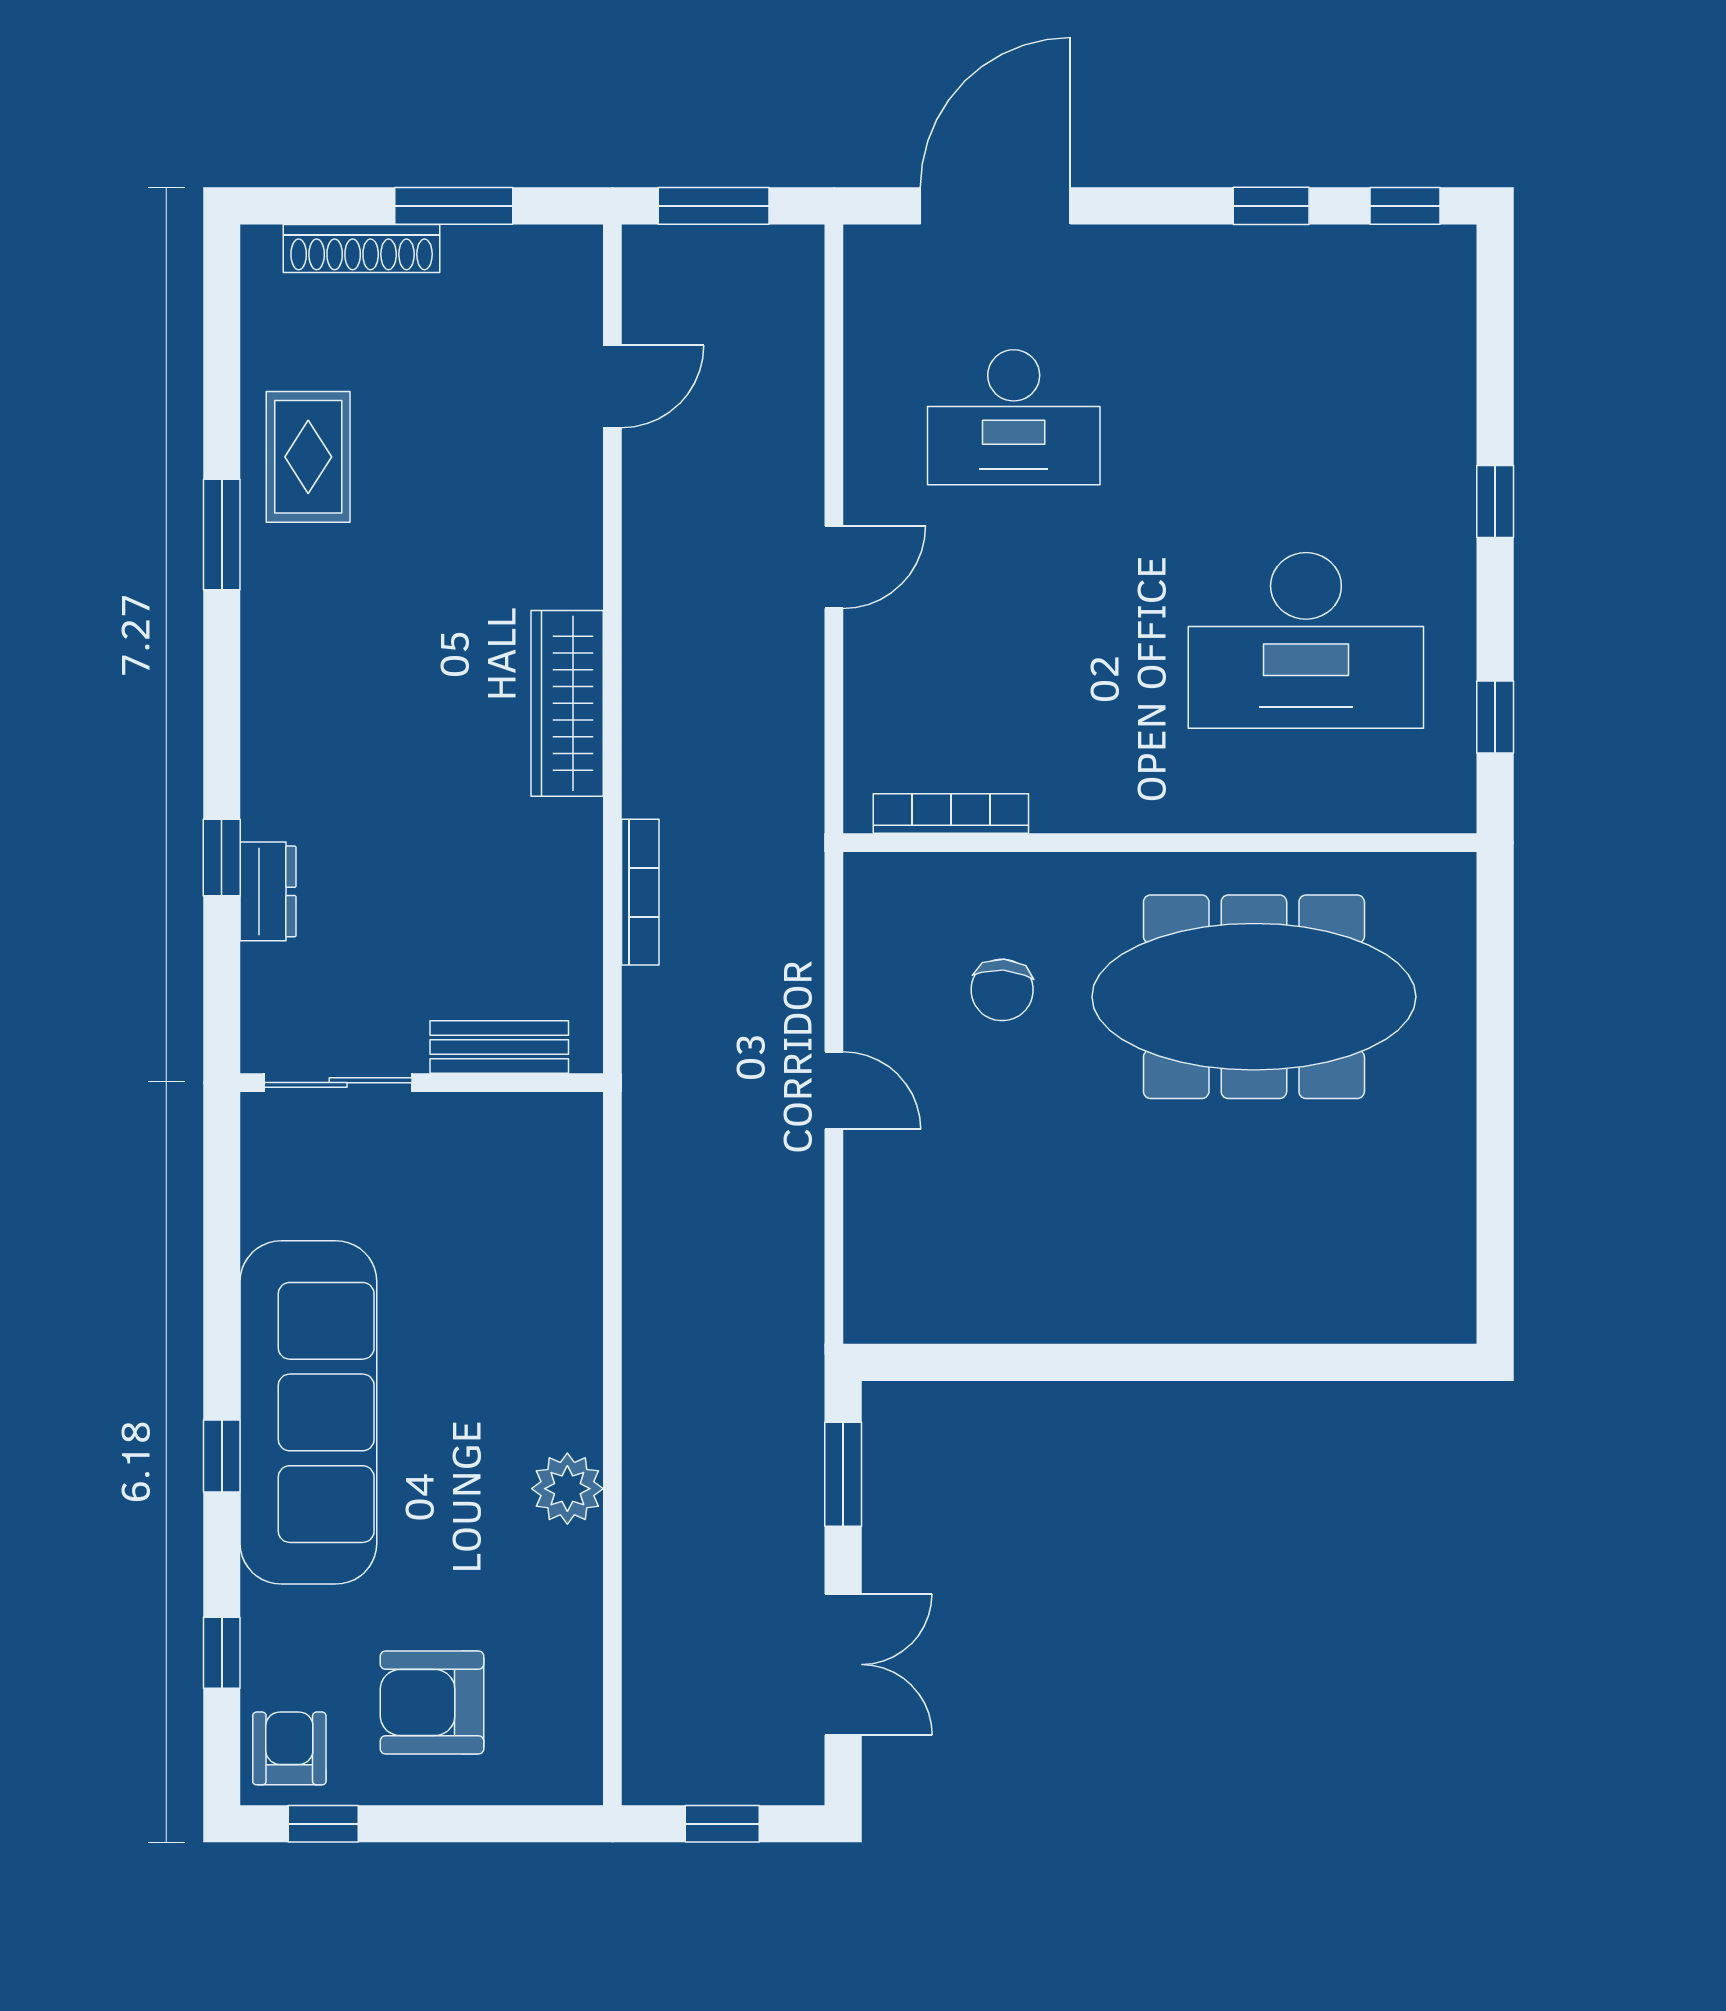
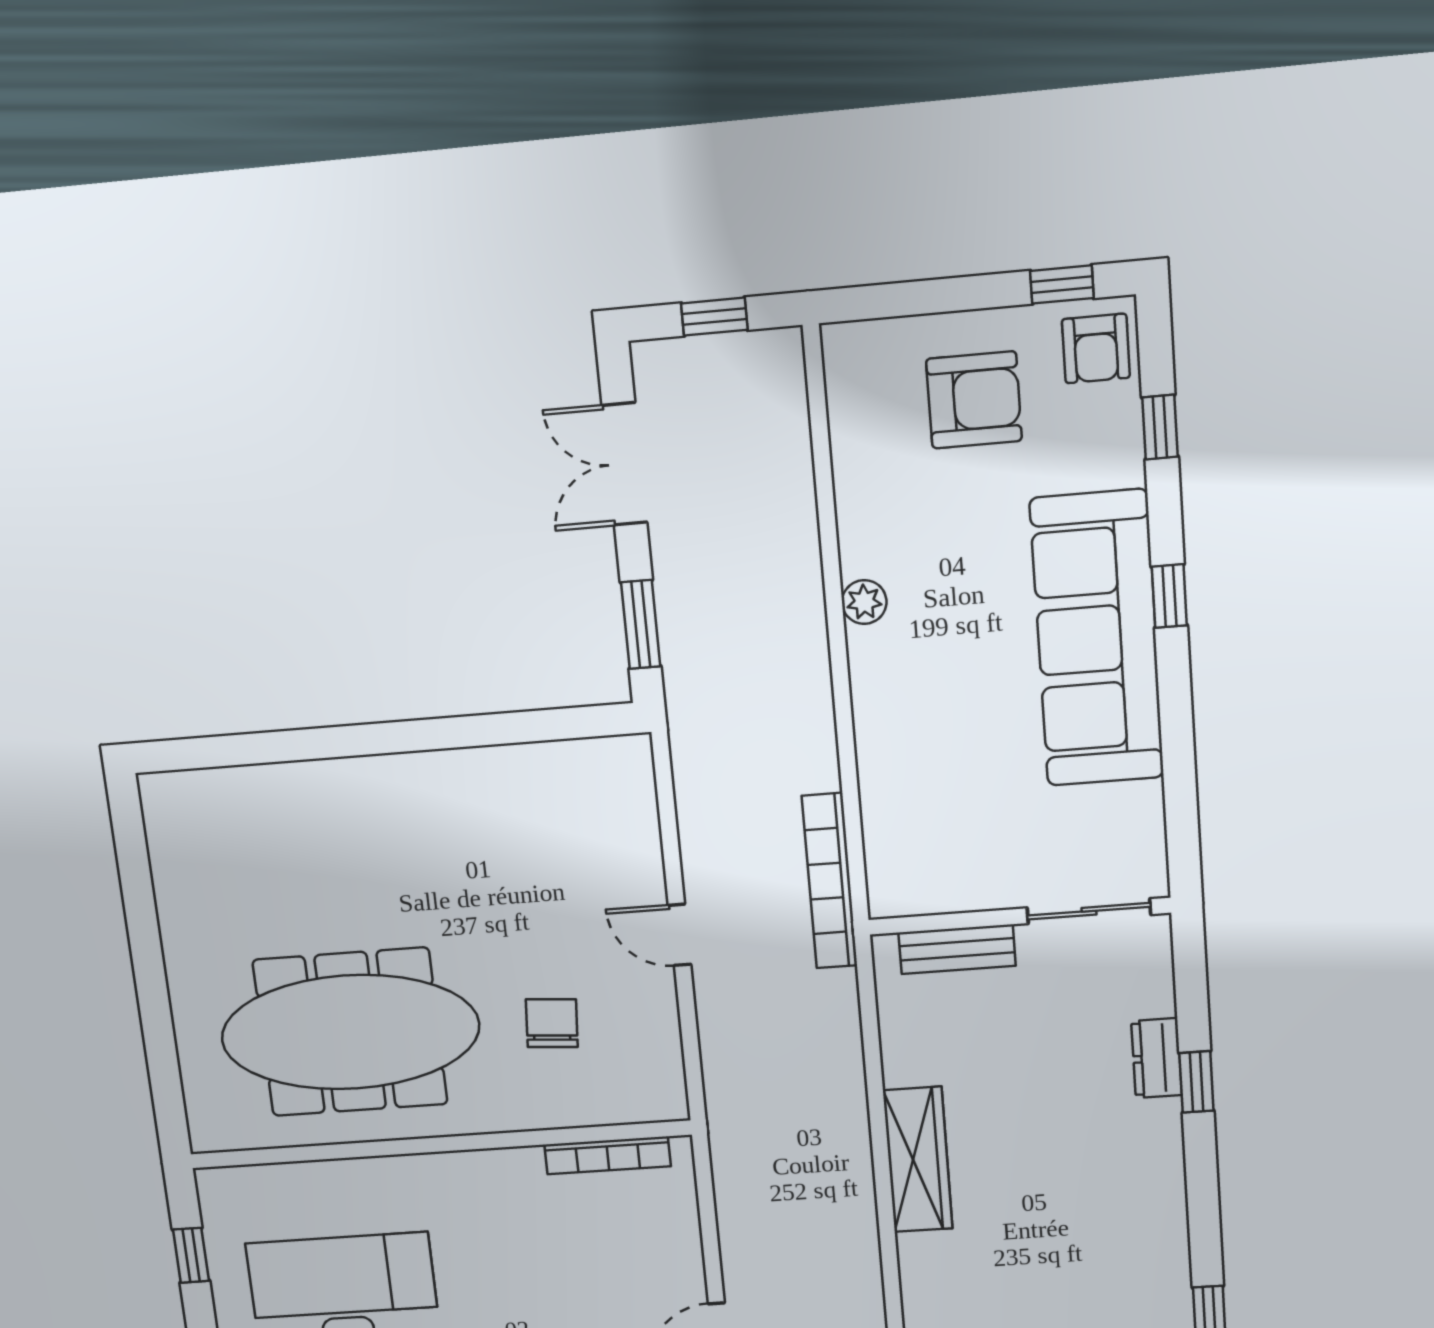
wardrobe: (567, 703) -> (918, 1160), moved
bookcase: (640, 892) -> (829, 881), moved, width x1.48, depth x1.31
plant: (567, 1489) -> (864, 602), width x0.73, depth x0.73

